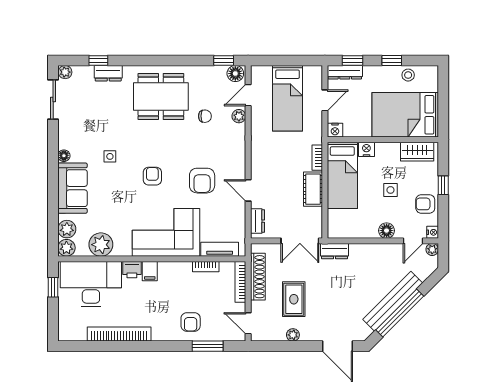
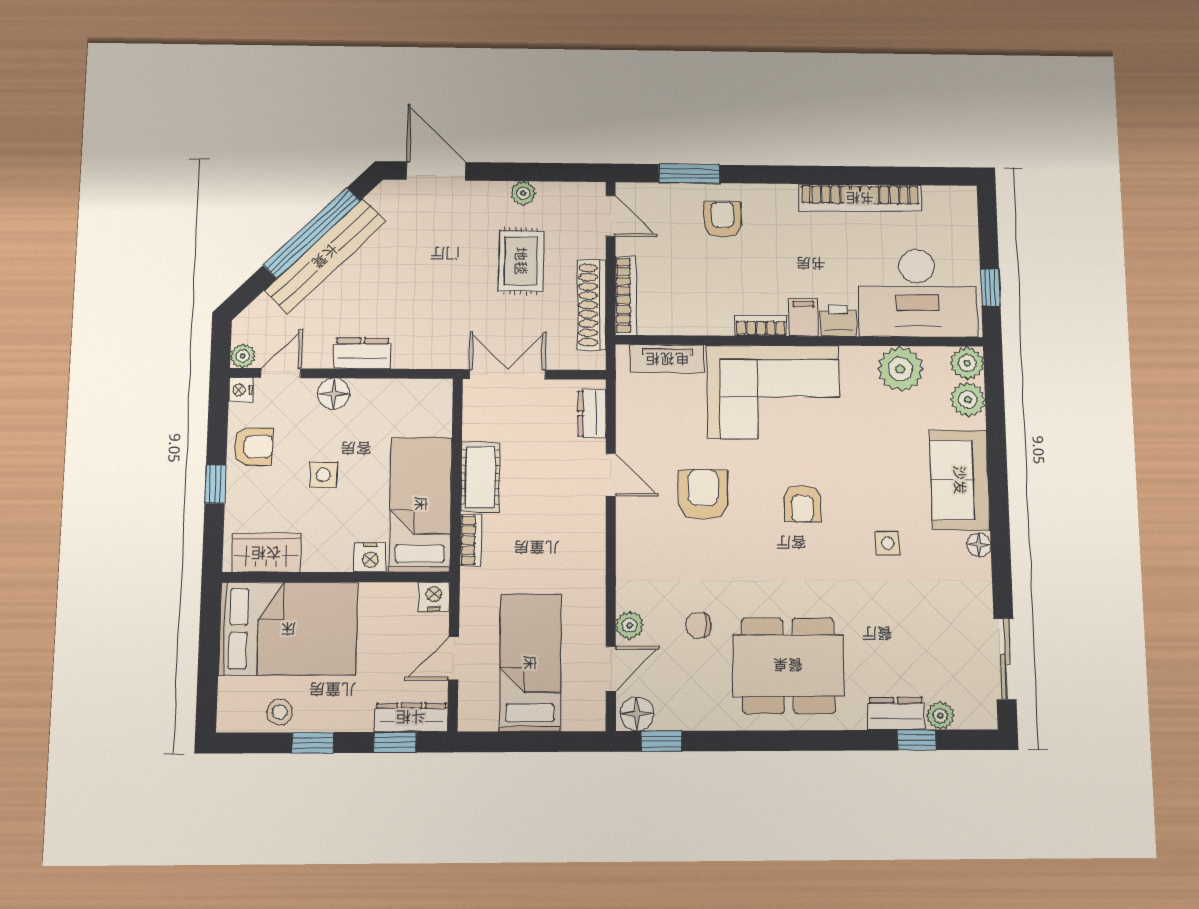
plant: (65, 72) -> (940, 716), moved
dresser: (335, 251) -> (362, 353), moved
bookcase: (206, 267) -> (761, 326), moved

